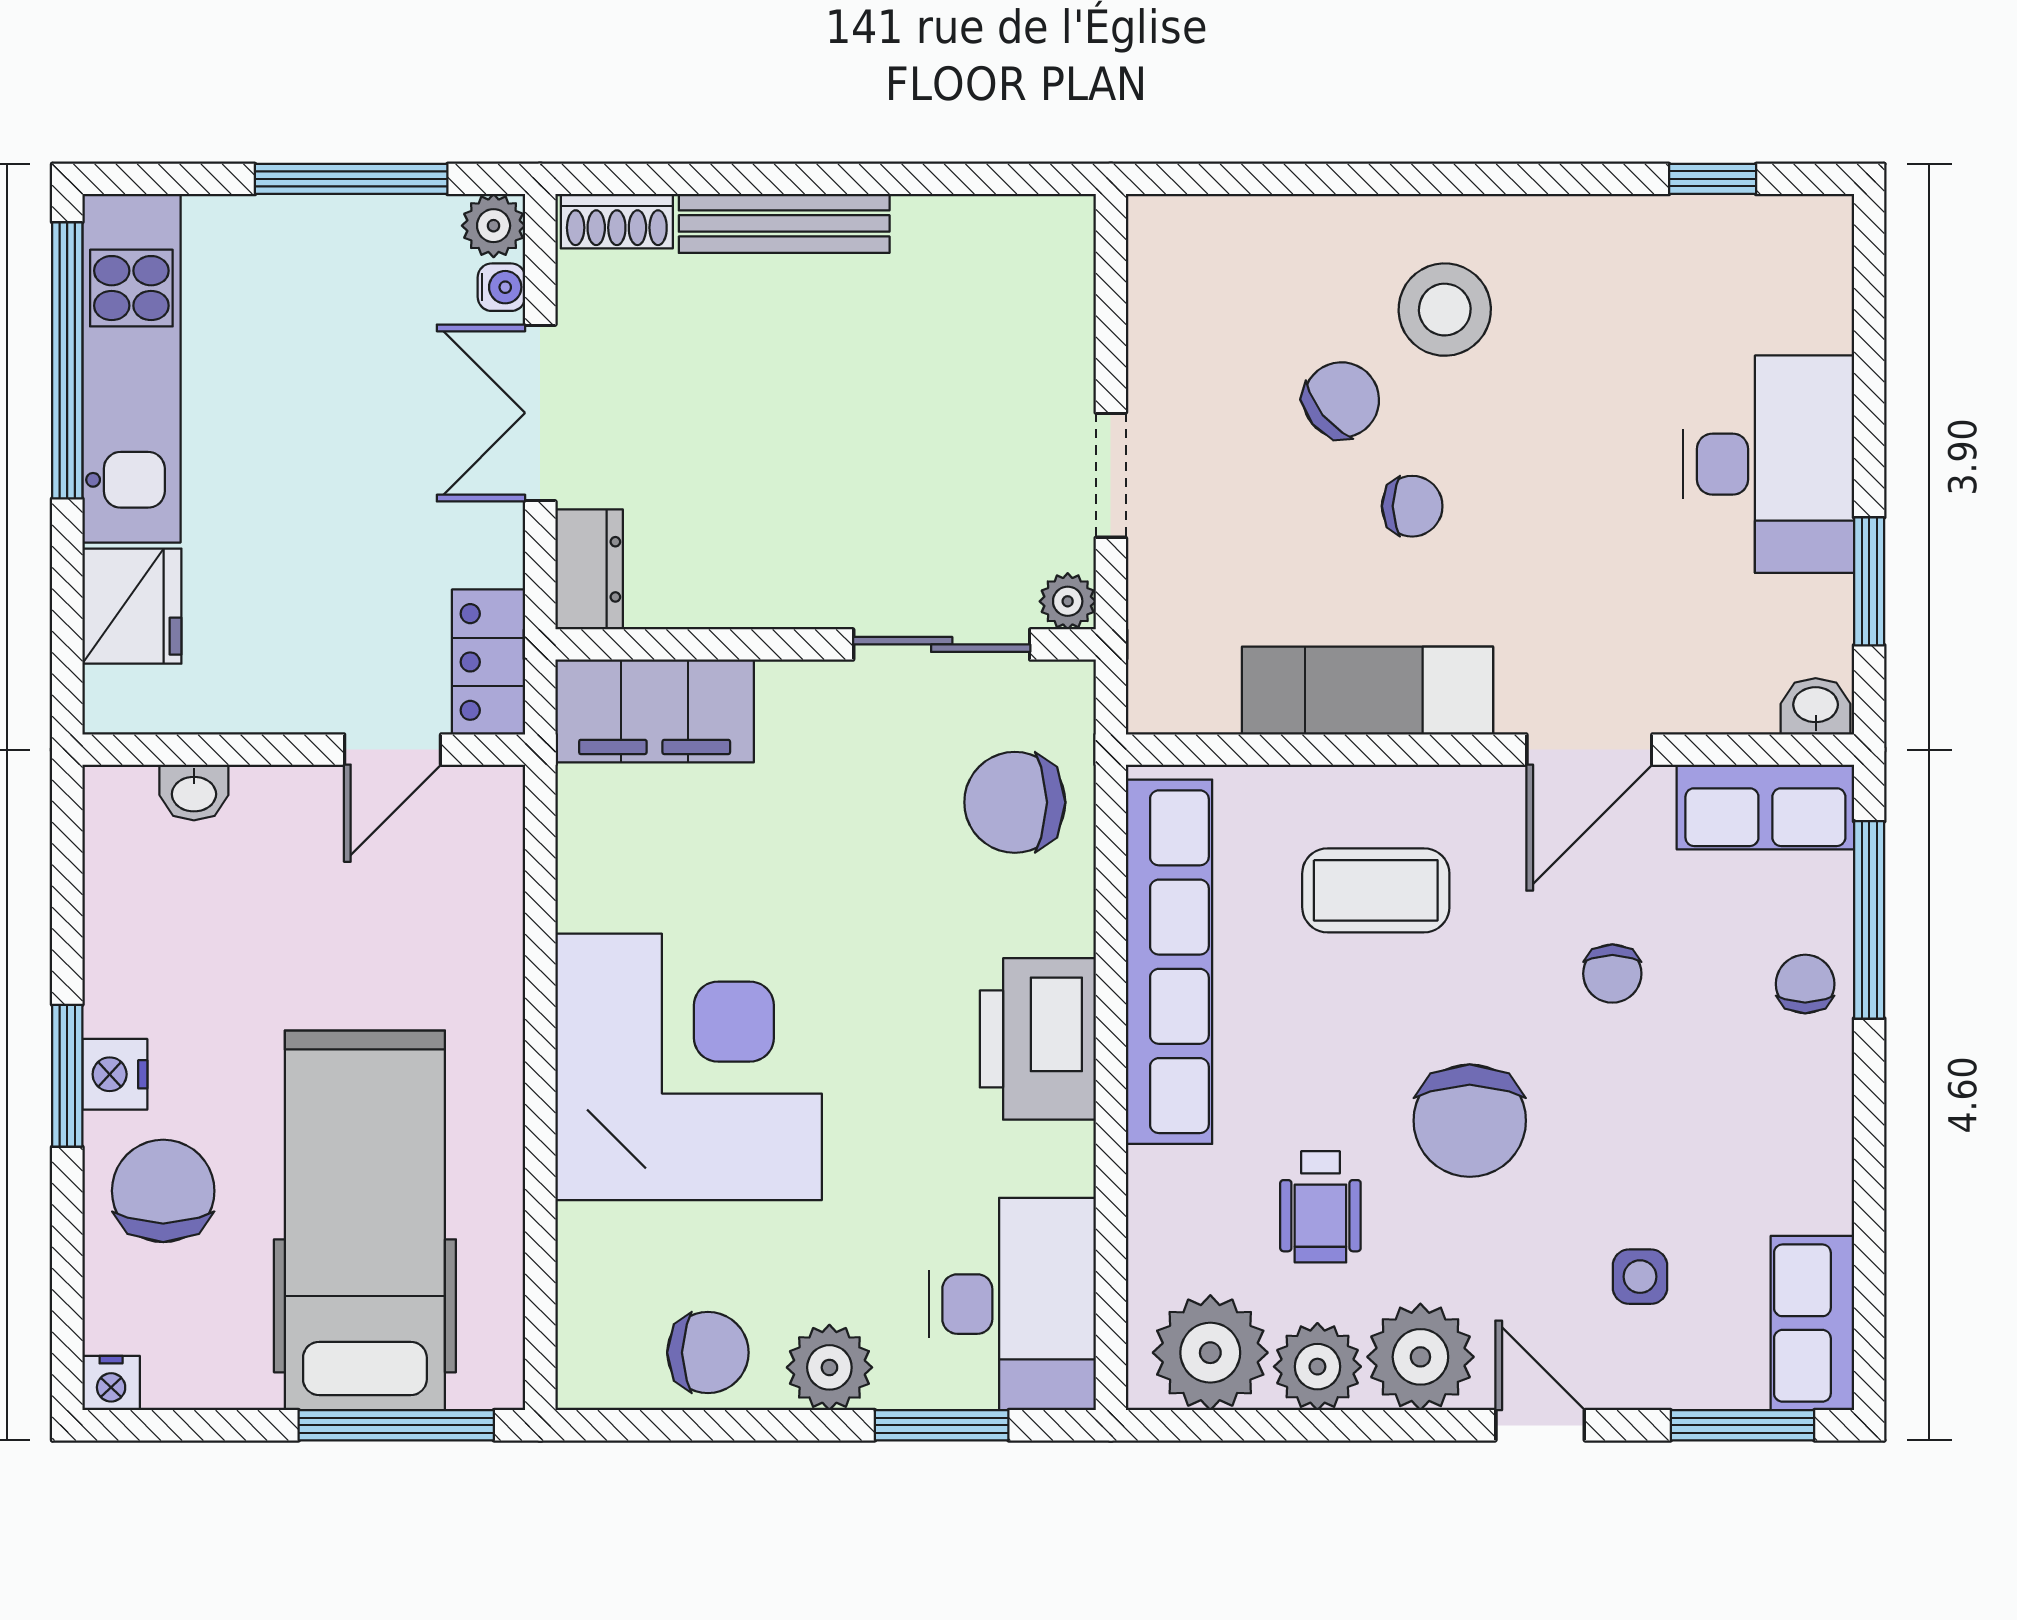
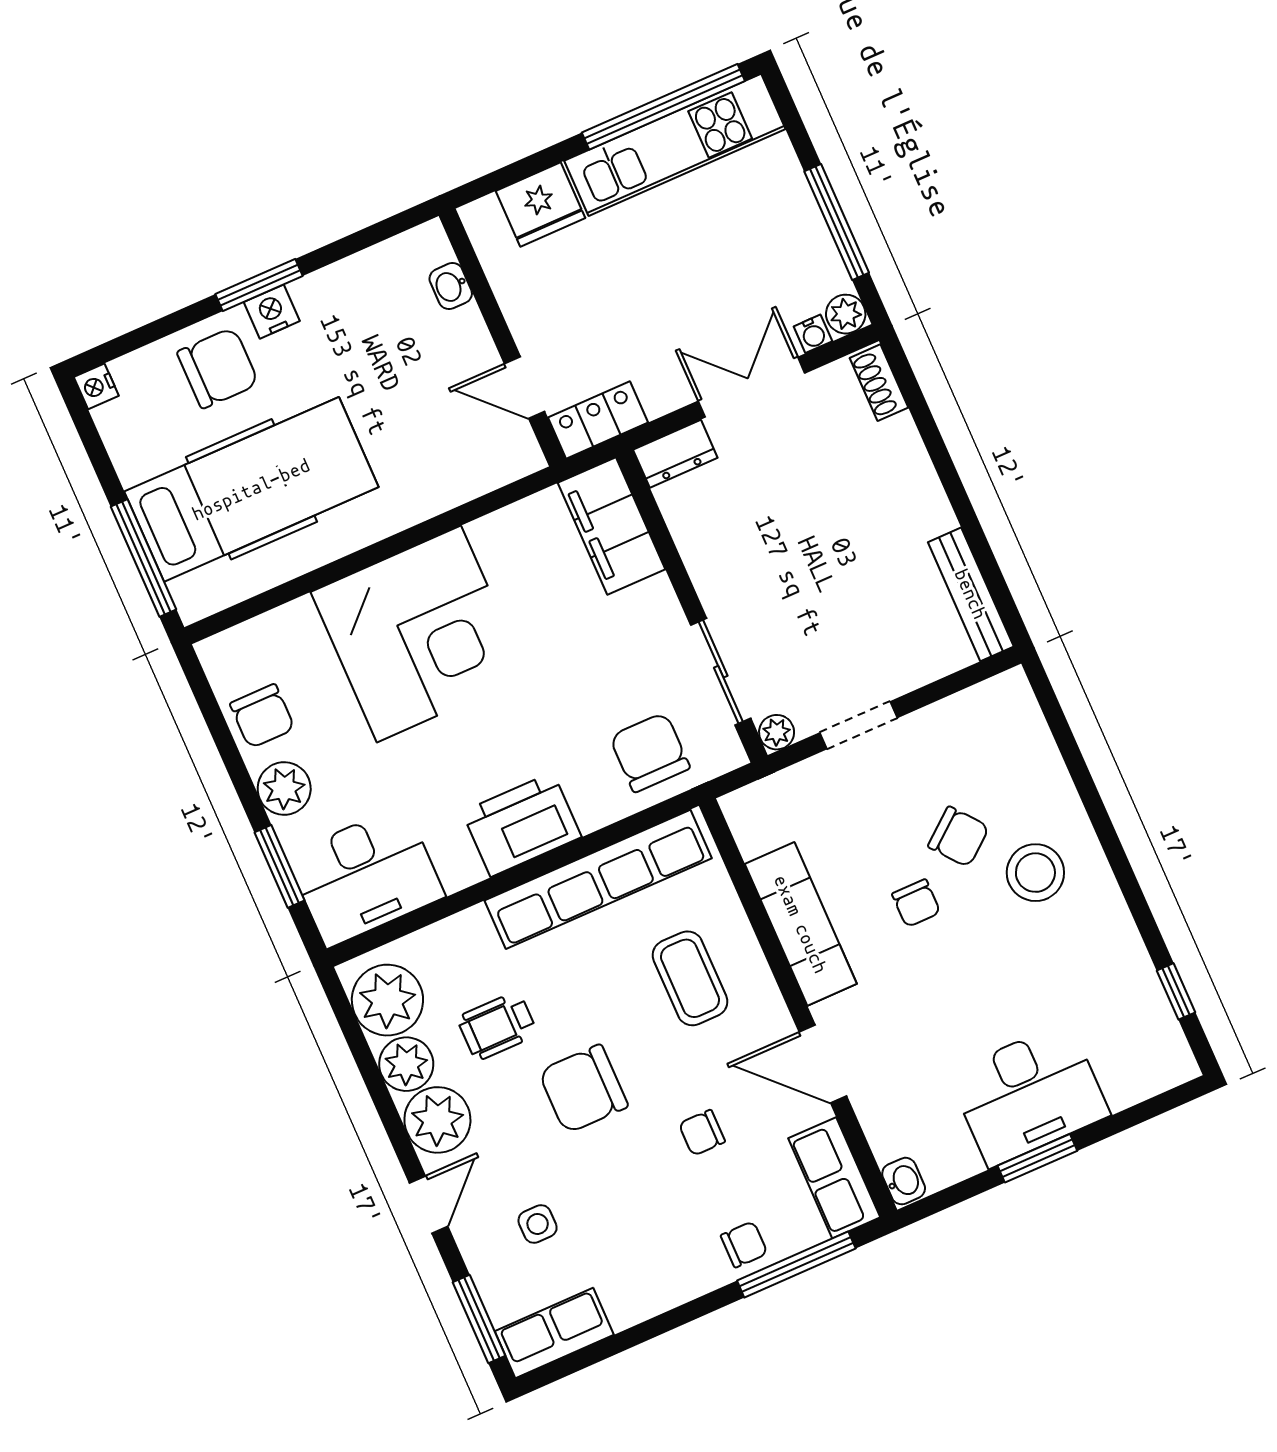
bench: (784, 223) -> (971, 594), moved
window: (1869, 581) -> (1037, 1158), moved

